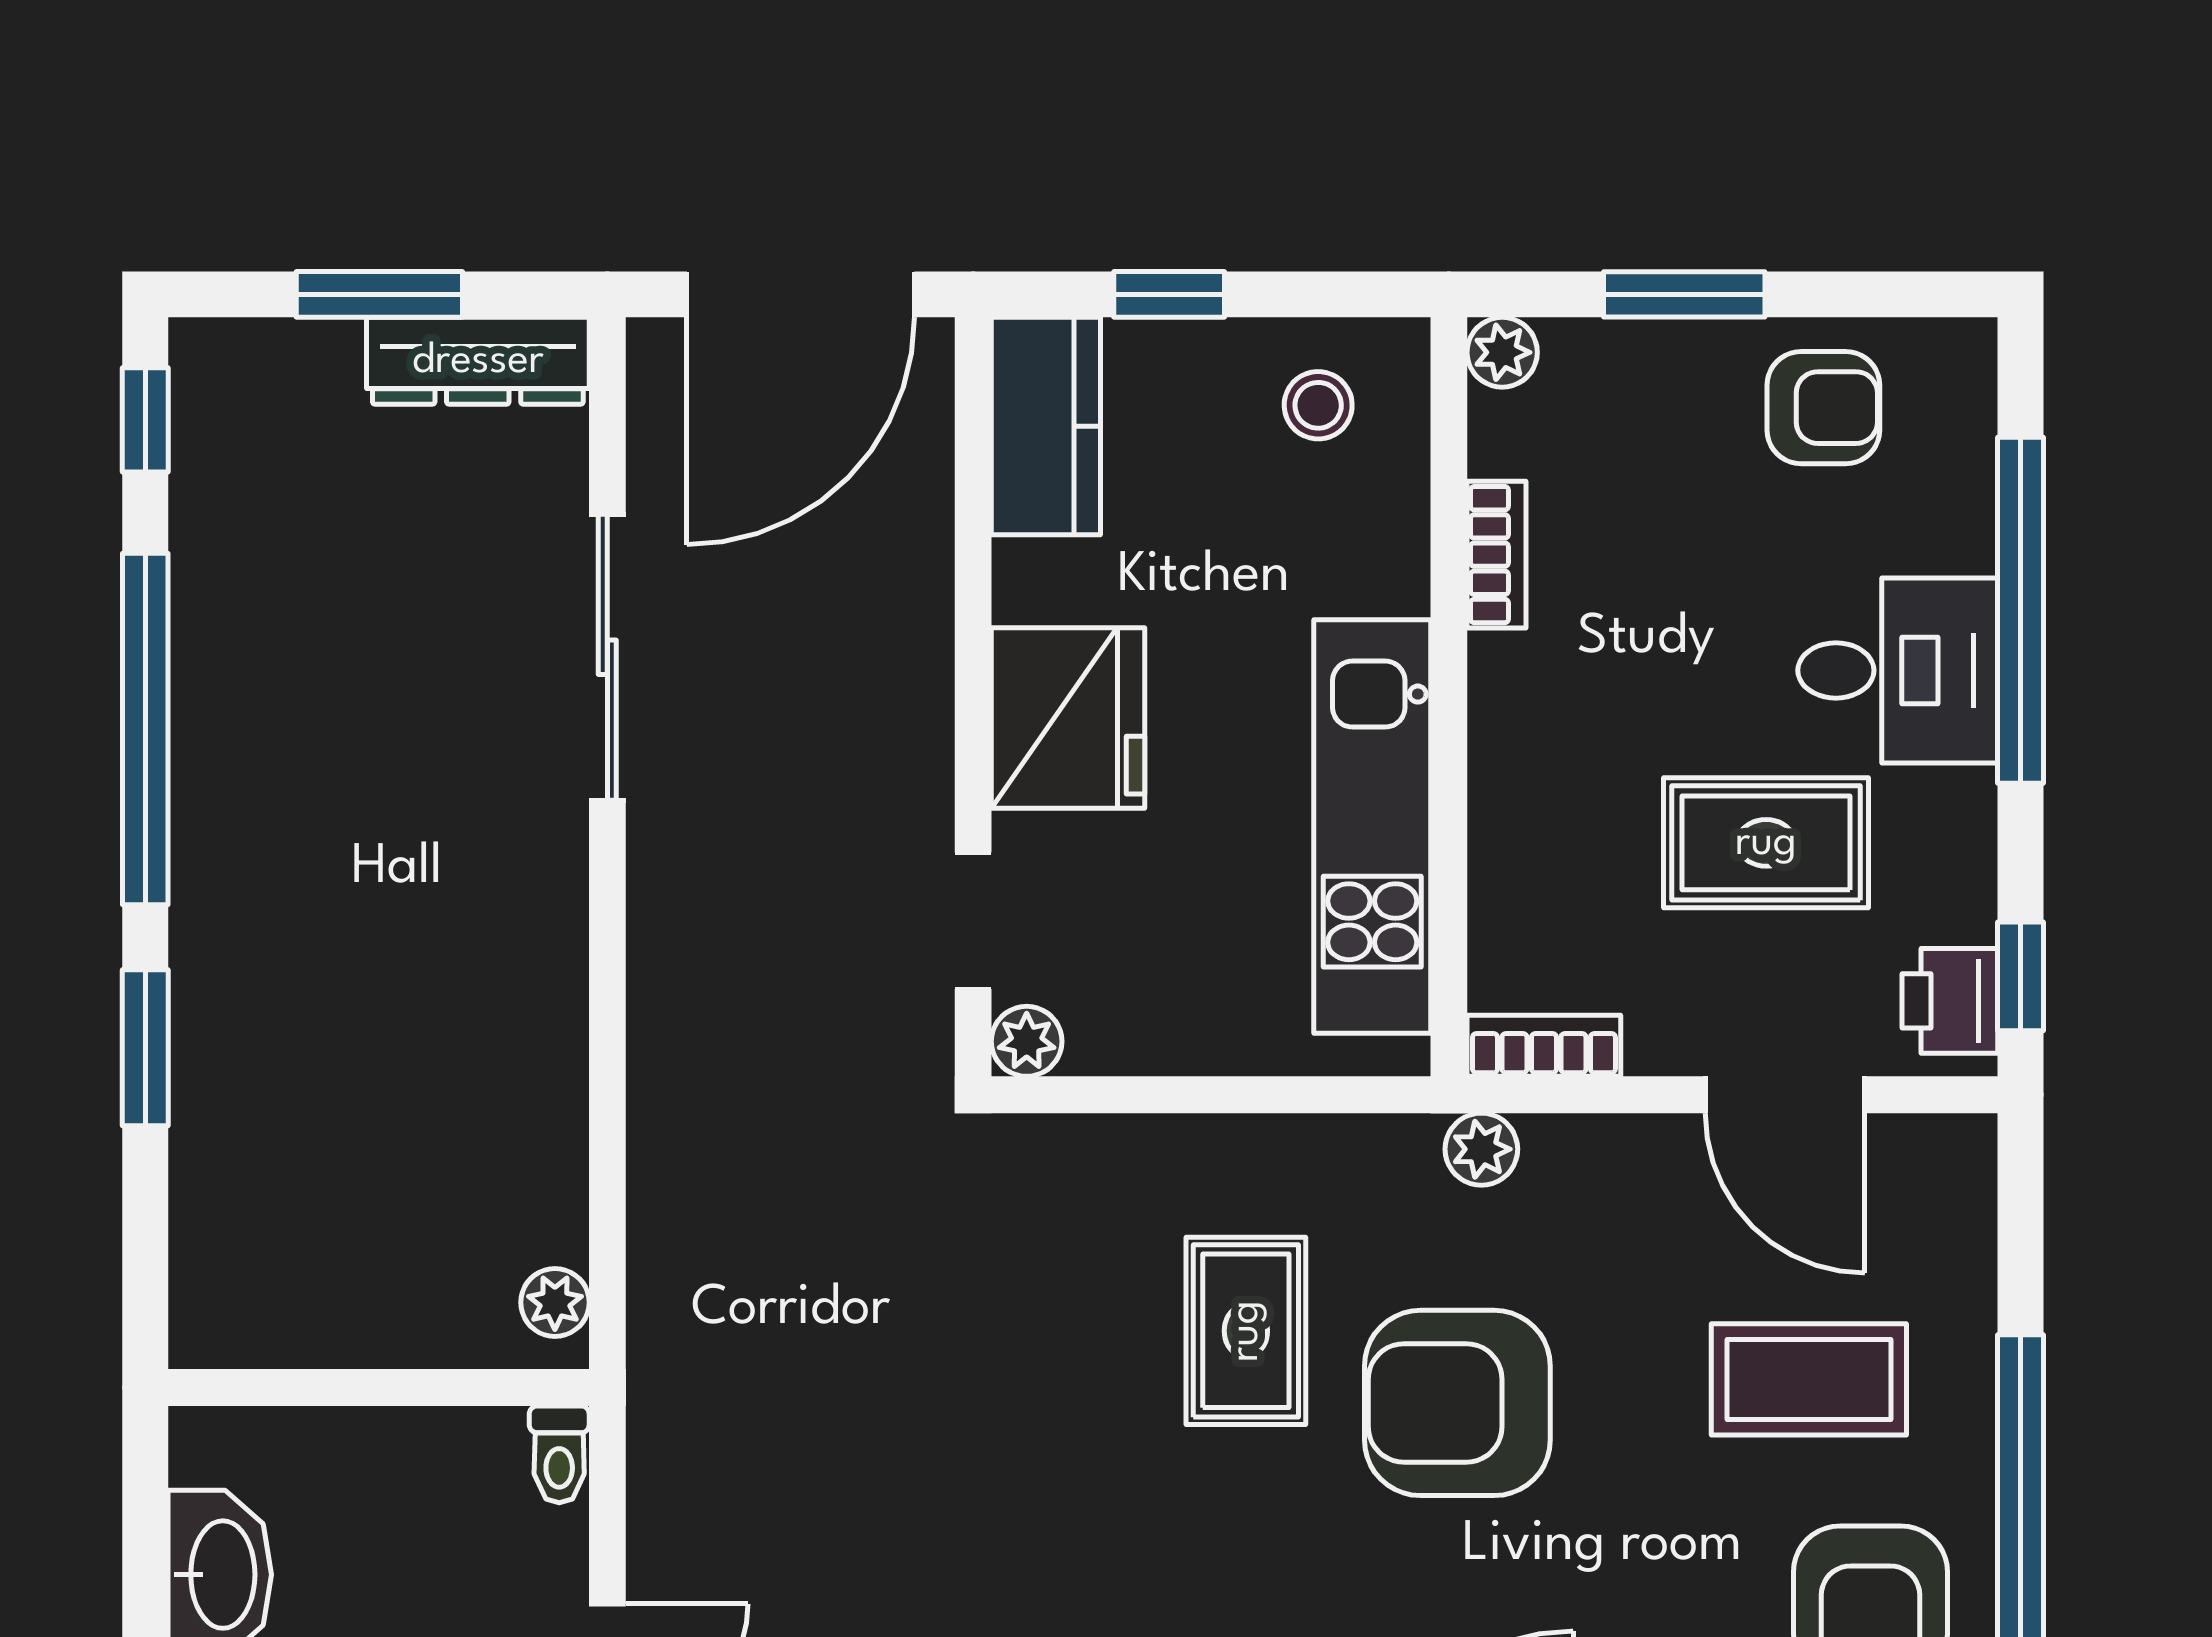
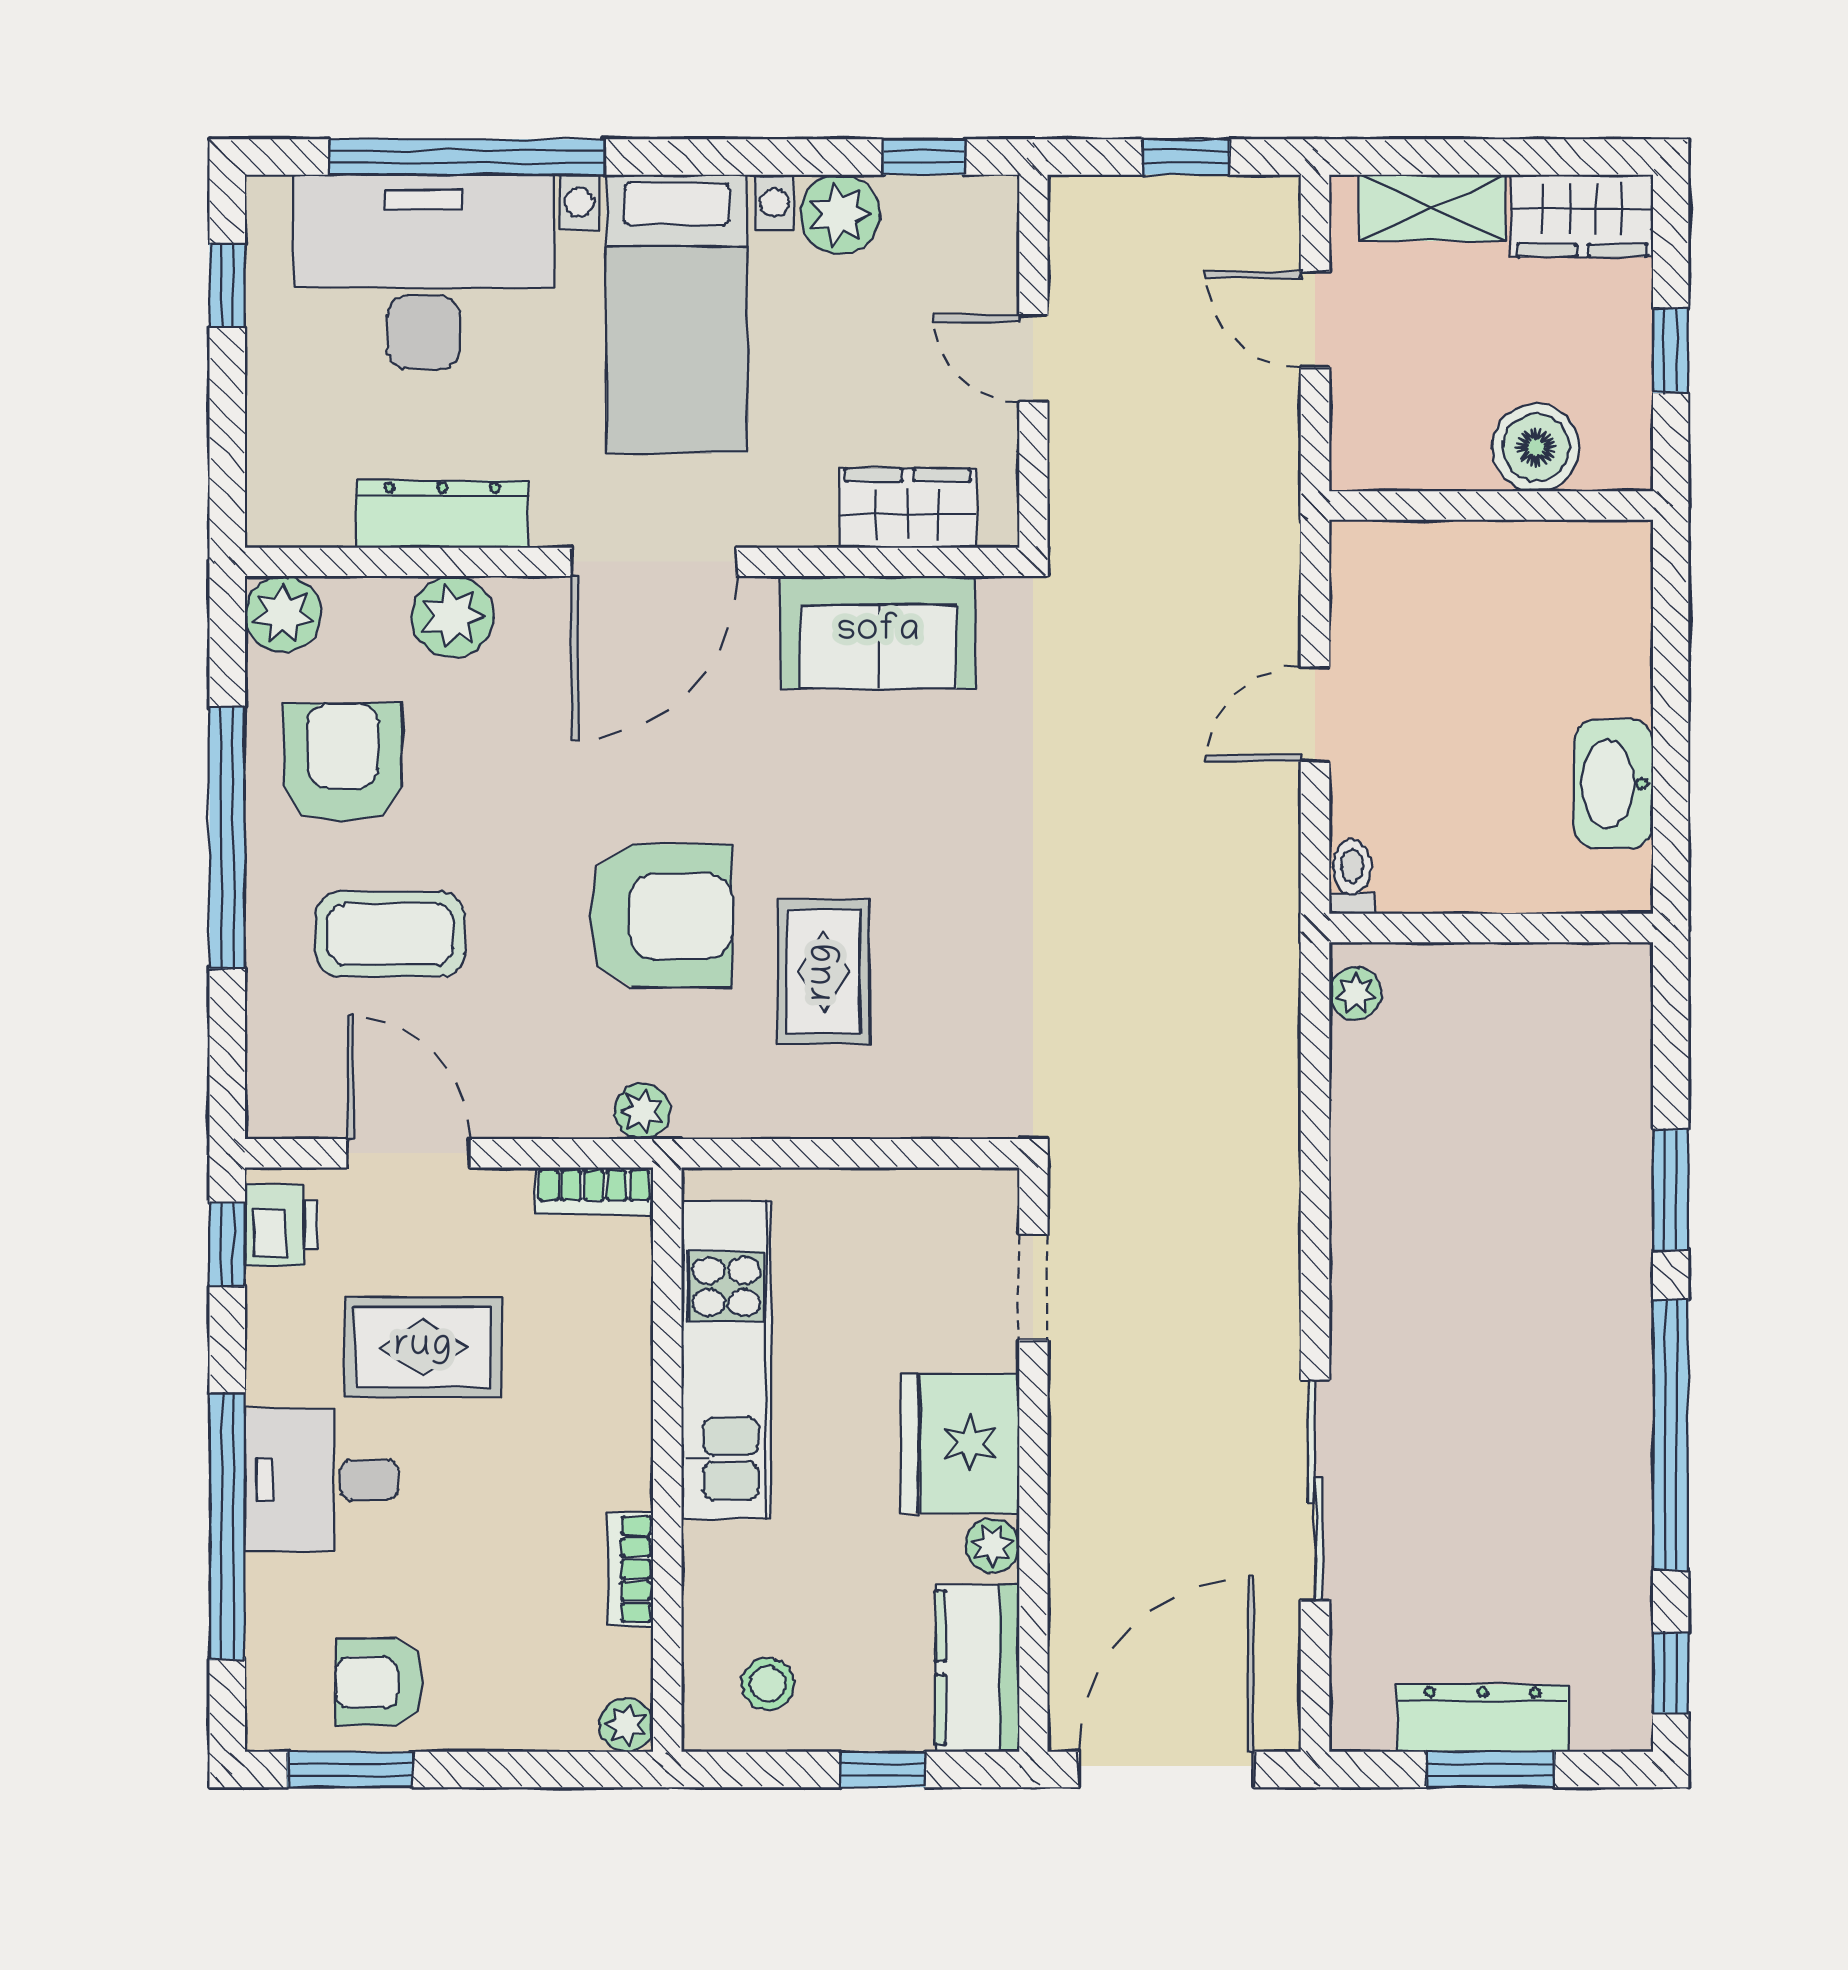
window: (1684, 294) -> (350, 1769), moved
dresser: (478, 361) -> (1482, 1718), moved
plant: (1027, 1041) -> (992, 1546), moved

